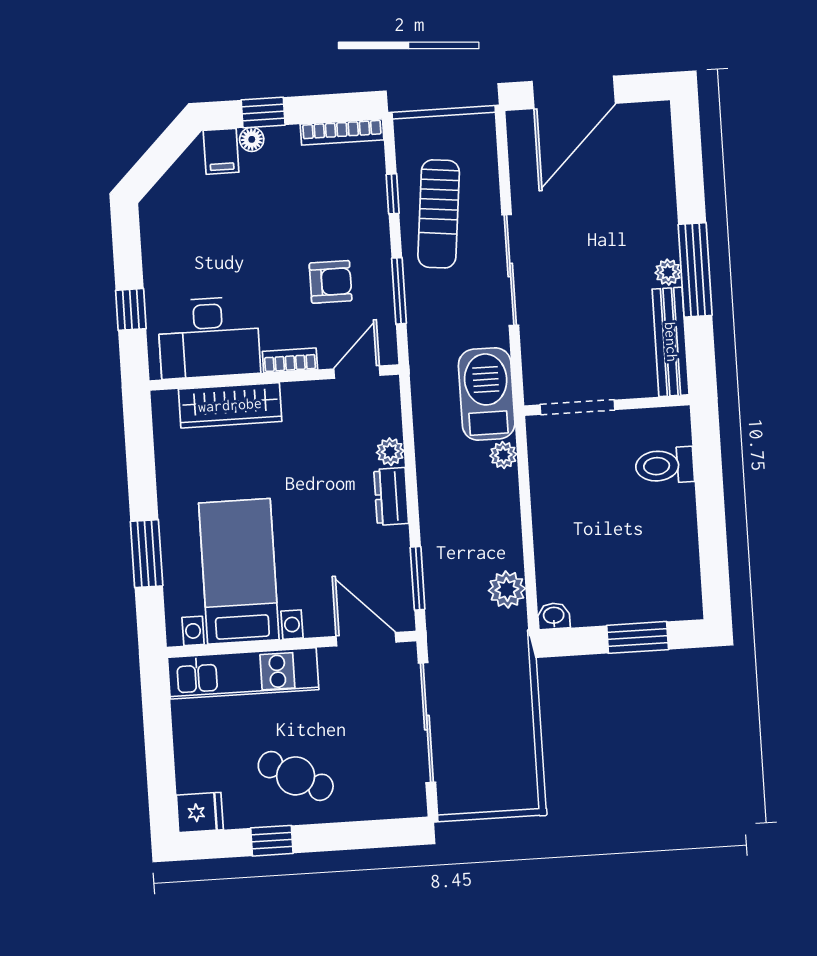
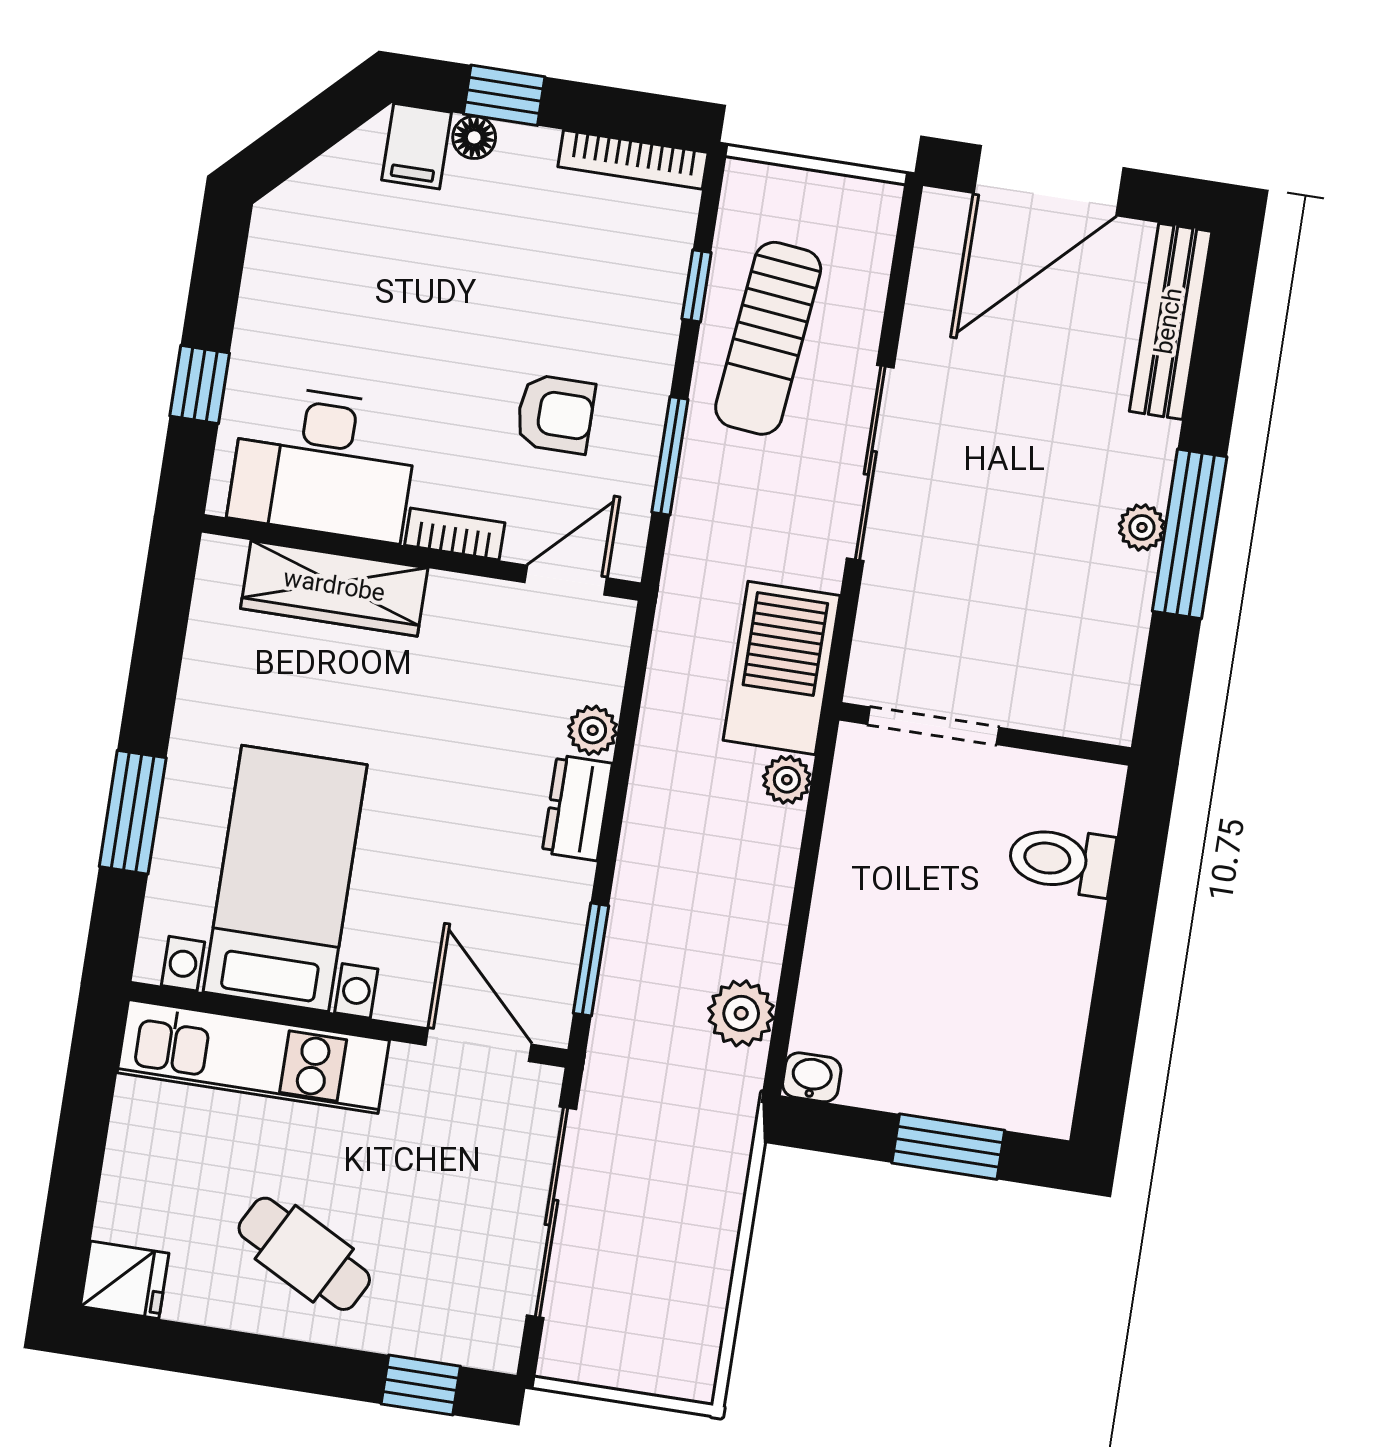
bench: (671, 342) -> (1171, 321), moved
window: (272, 841) -> (421, 1385), moved

